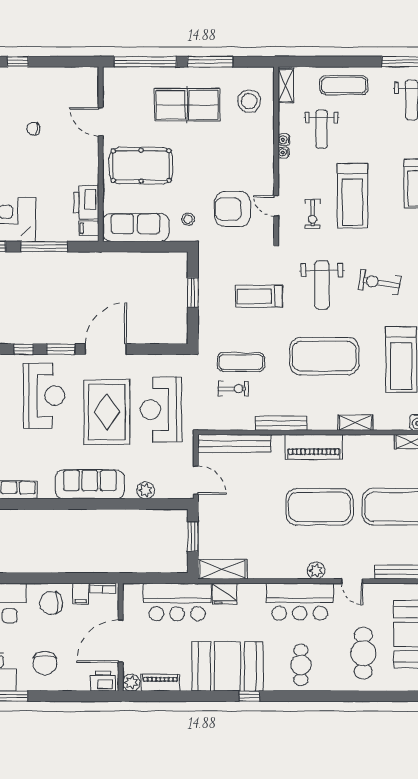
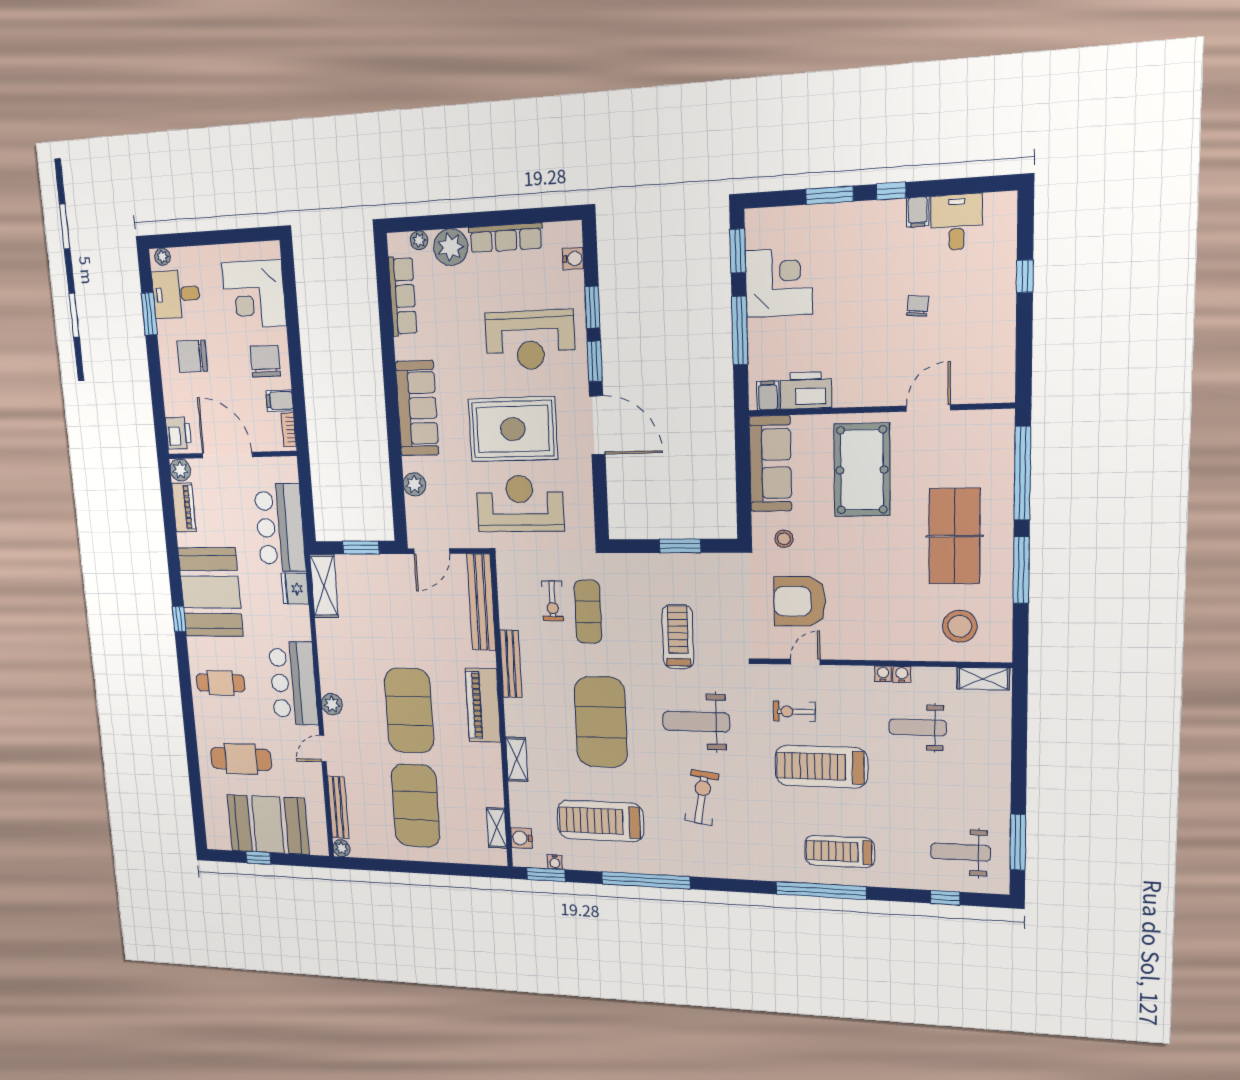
exercise mat: (344, 85) -> (983, 760), removed
armchair: (232, 209) -> (800, 601), turned -90
window: (24, 349) -> (592, 307), width x1.50

